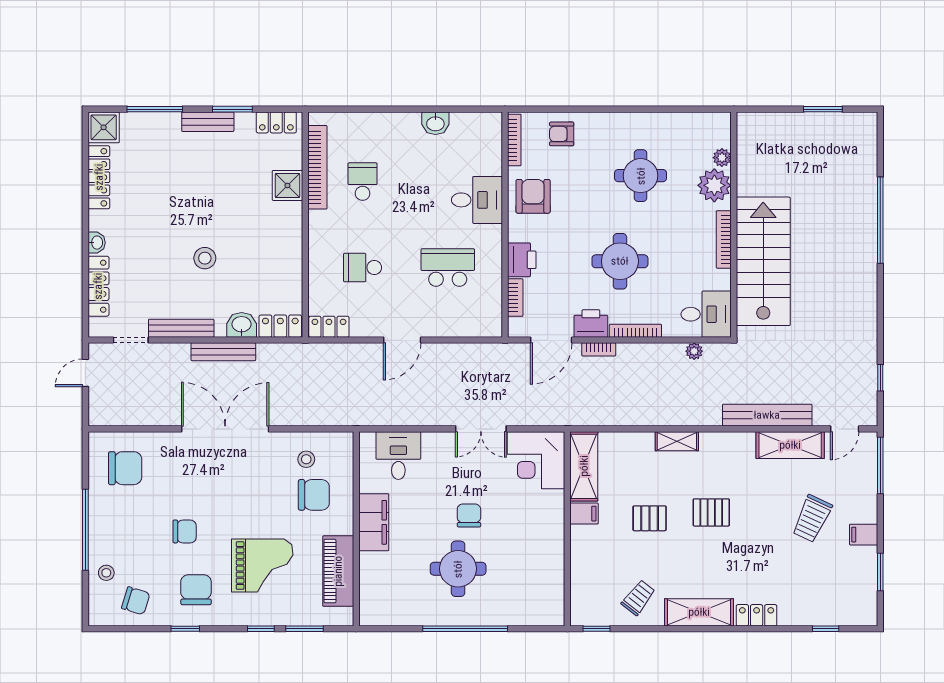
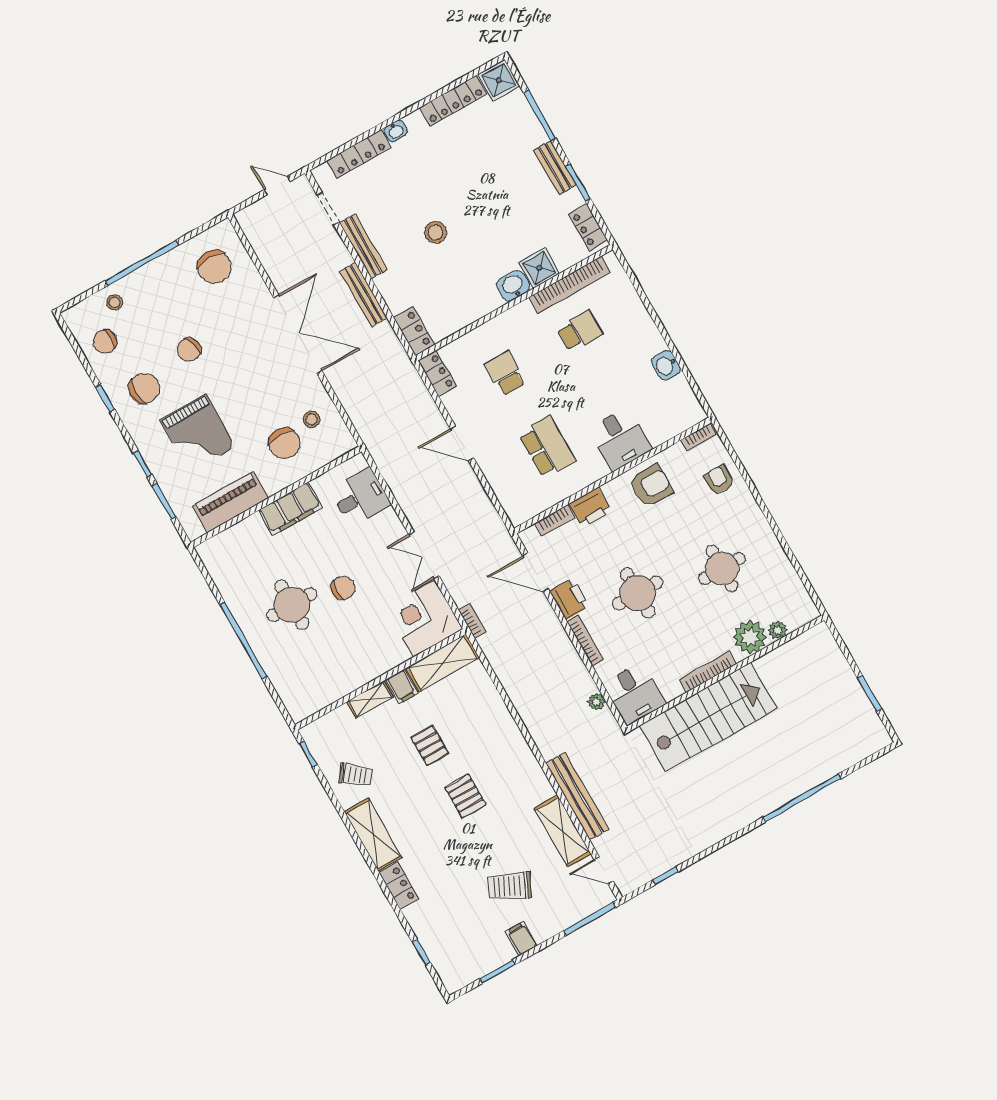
bookcase: (514, 140) -> (699, 437), width x0.64
washbasin: (242, 325) -> (513, 286), moved, turned -90
bookcase: (599, 349) -> (472, 621), moved, turned 180
shelving: (677, 441) -> (370, 699), moved, turned 90
chair: (185, 531) -> (189, 350), turned 73
chair: (136, 601) -> (105, 342), turned 73

